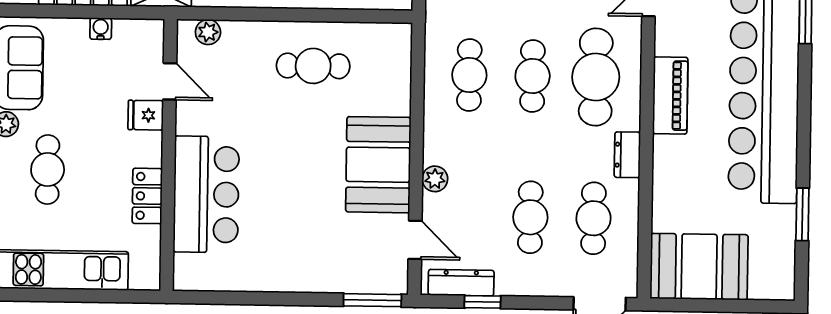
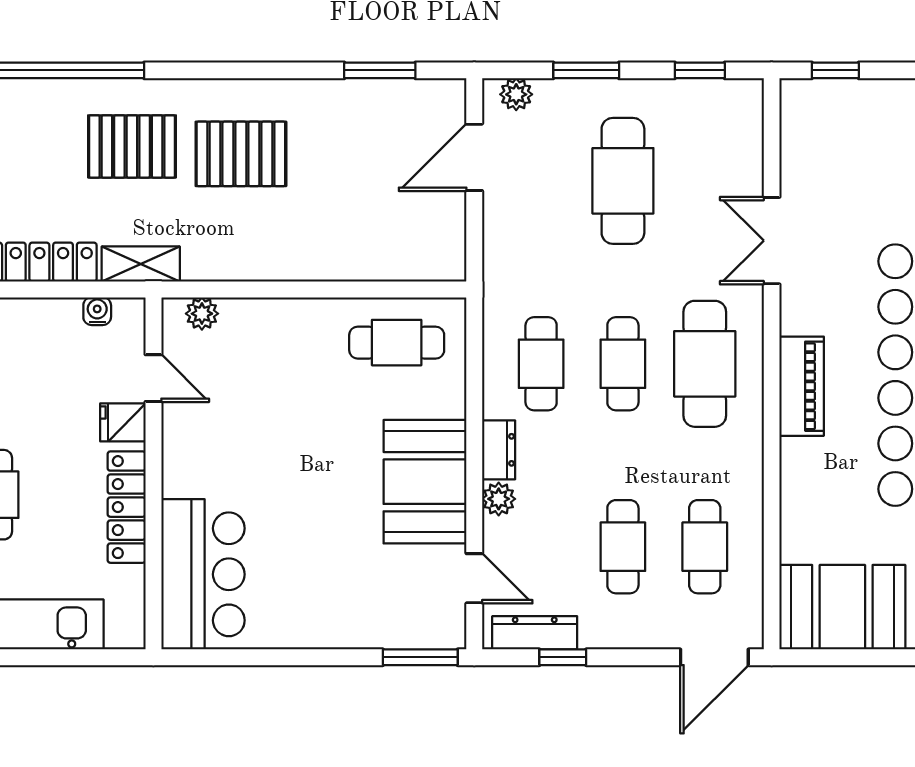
water cooler: (101, 29) -> (97, 311), moved
cafe table: (313, 66) -> (397, 343), moved
dresser: (627, 155) -> (499, 450), moved, turned 180
bar counter: (206, 194) -> (203, 574), moved
locker: (147, 196) -> (127, 507), width x1.53

